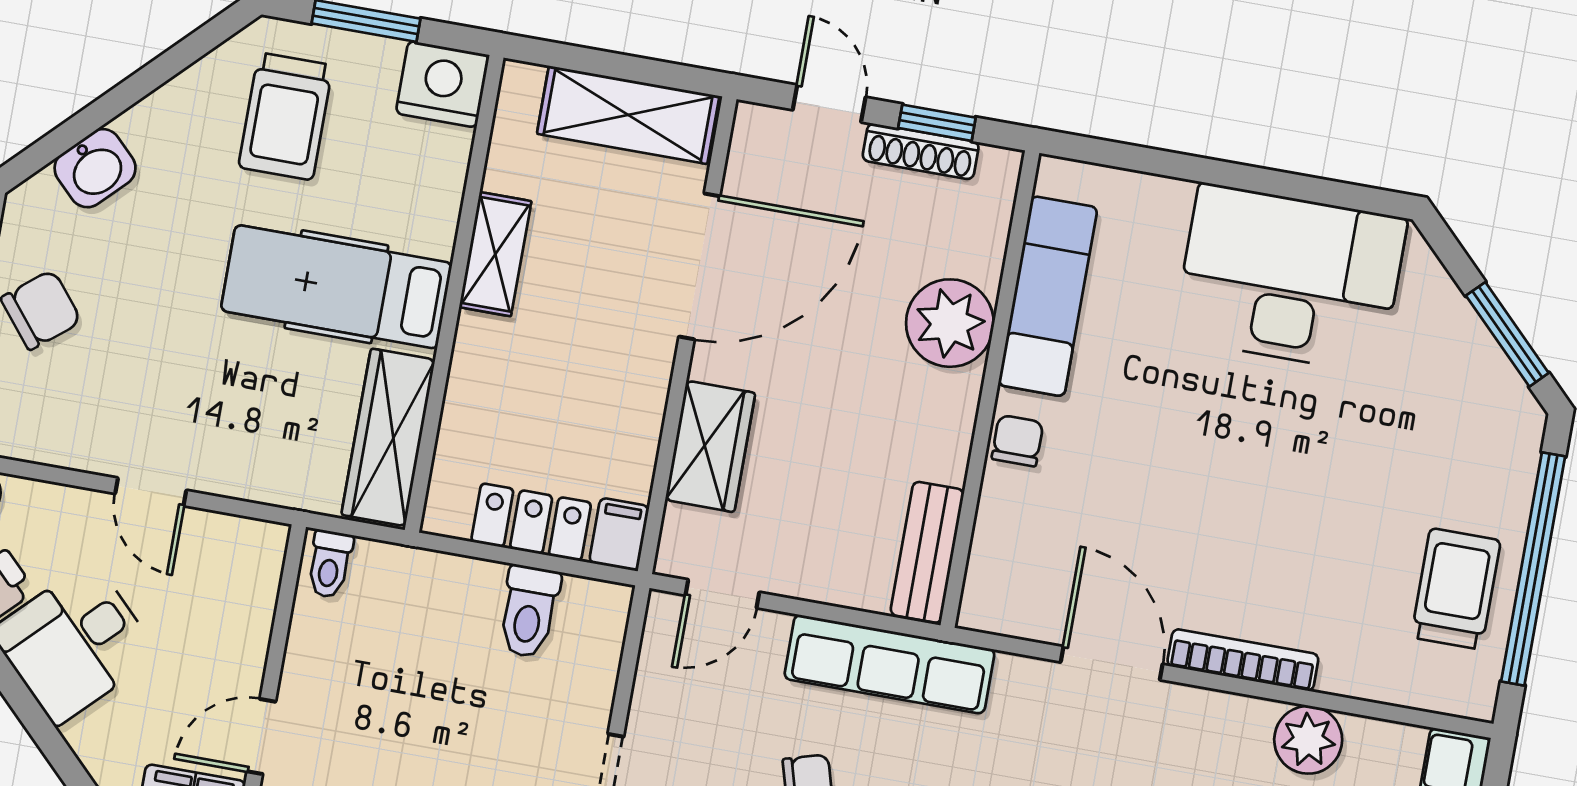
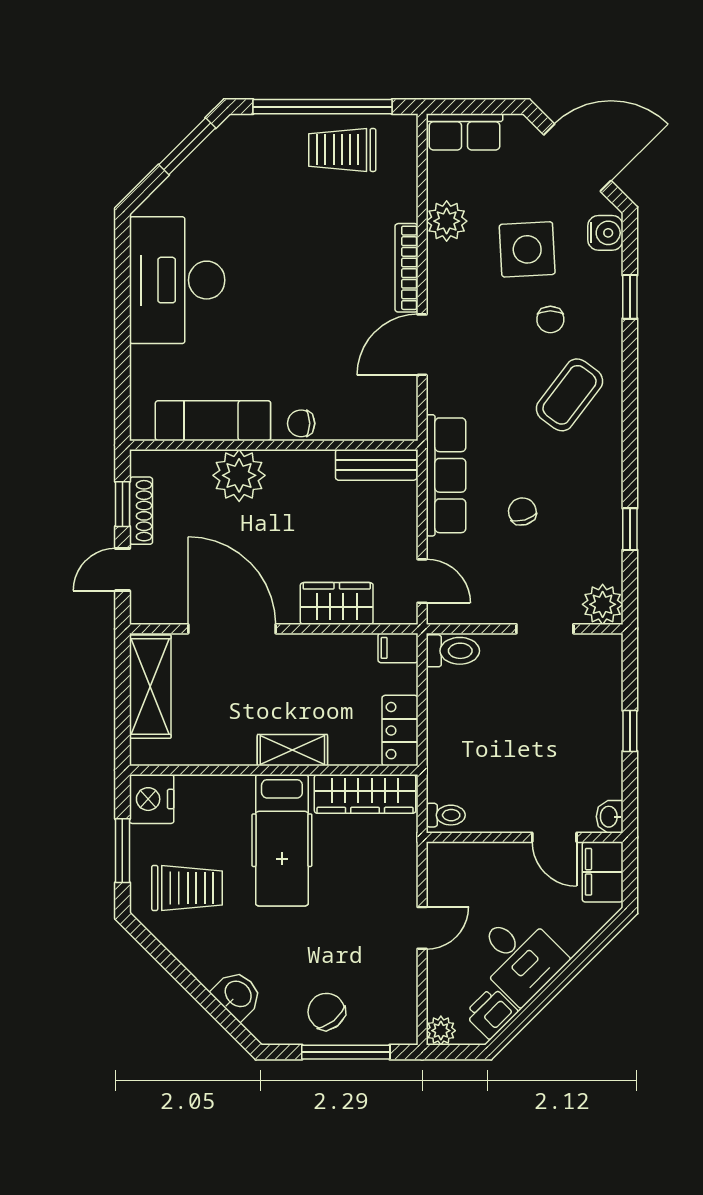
shelving: (495, 254) -> (292, 750), moved
locker: (531, 522) -> (400, 731), moved
toilet: (529, 612) -> (453, 651), moved

